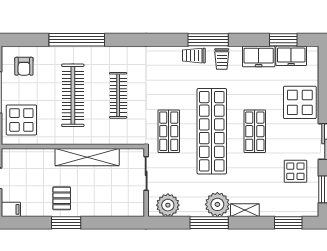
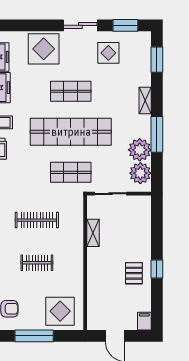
clothes rail: (73, 95) -> (37, 263), width x0.54, depth x0.76
shelving: (87, 157) -> (93, 233), width x0.45, depth x0.75
pallet: (62, 198) -> (134, 273), turned 90
plant: (217, 204) -> (140, 150), moved
window: (66, 223) -> (157, 269), width x0.67

